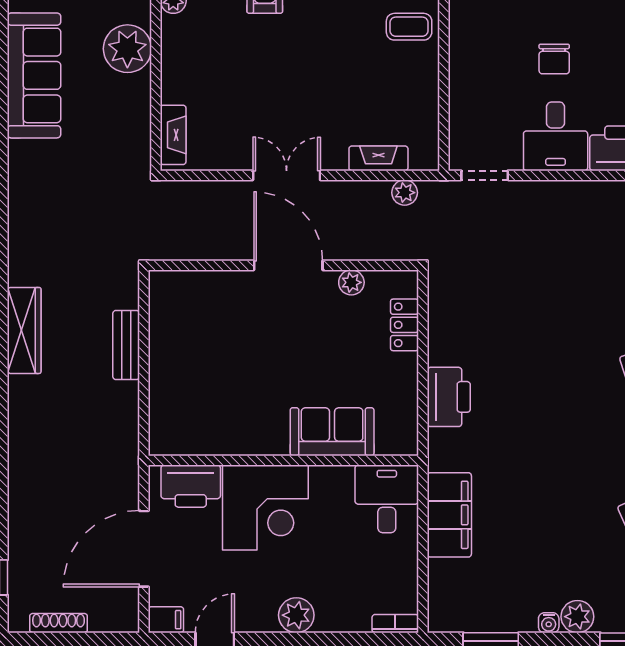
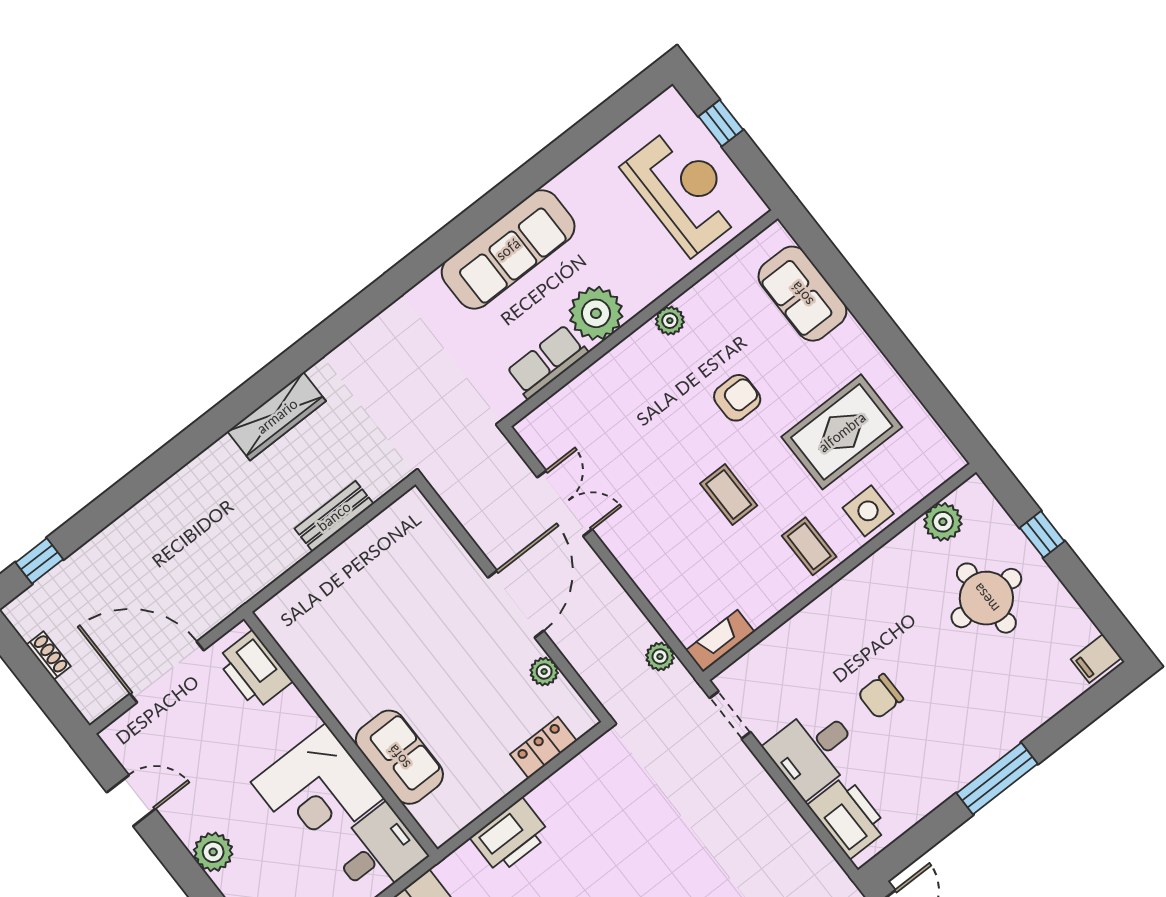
coffee table: (328, 55) -> (729, 494), added
row of seats: (135, 110) -> (547, 362), added
fireplace: (173, 135) -> (551, 413), removed
fireplace: (378, 158) -> (720, 641), moved, turned -90
double door: (287, 175) -> (565, 503), moved
corner desk: (265, 508) -> (317, 790), moved
filing cabinet: (166, 620) -> (119, 740), removed
shoe rack: (59, 623) -> (49, 655), width x0.70

